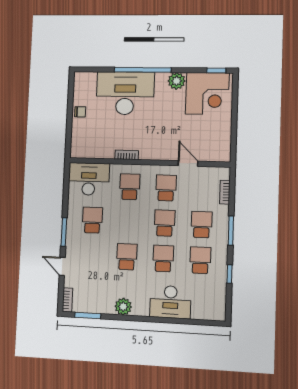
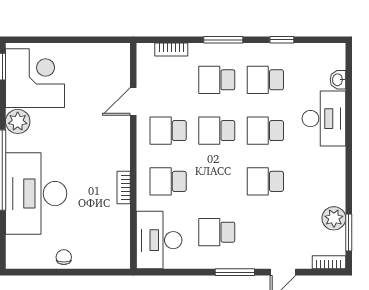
plant: (123, 307) -> (334, 218), moved
washbasin: (199, 314) -> (338, 80), added

